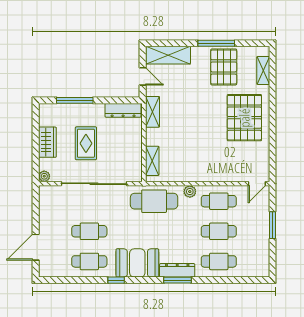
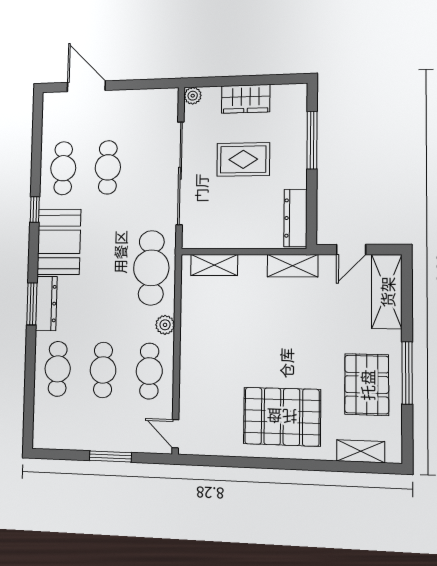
pallet: (224, 67) -> (367, 385), turned 90

